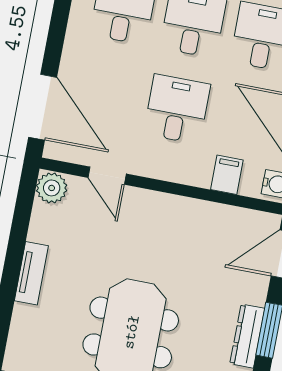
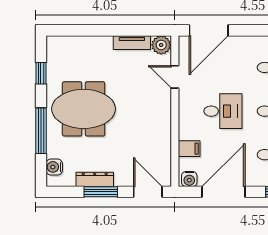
door: (107, 176) -> (175, 77), hinge flipped
tv unit: (31, 273) -> (132, 43), moved

